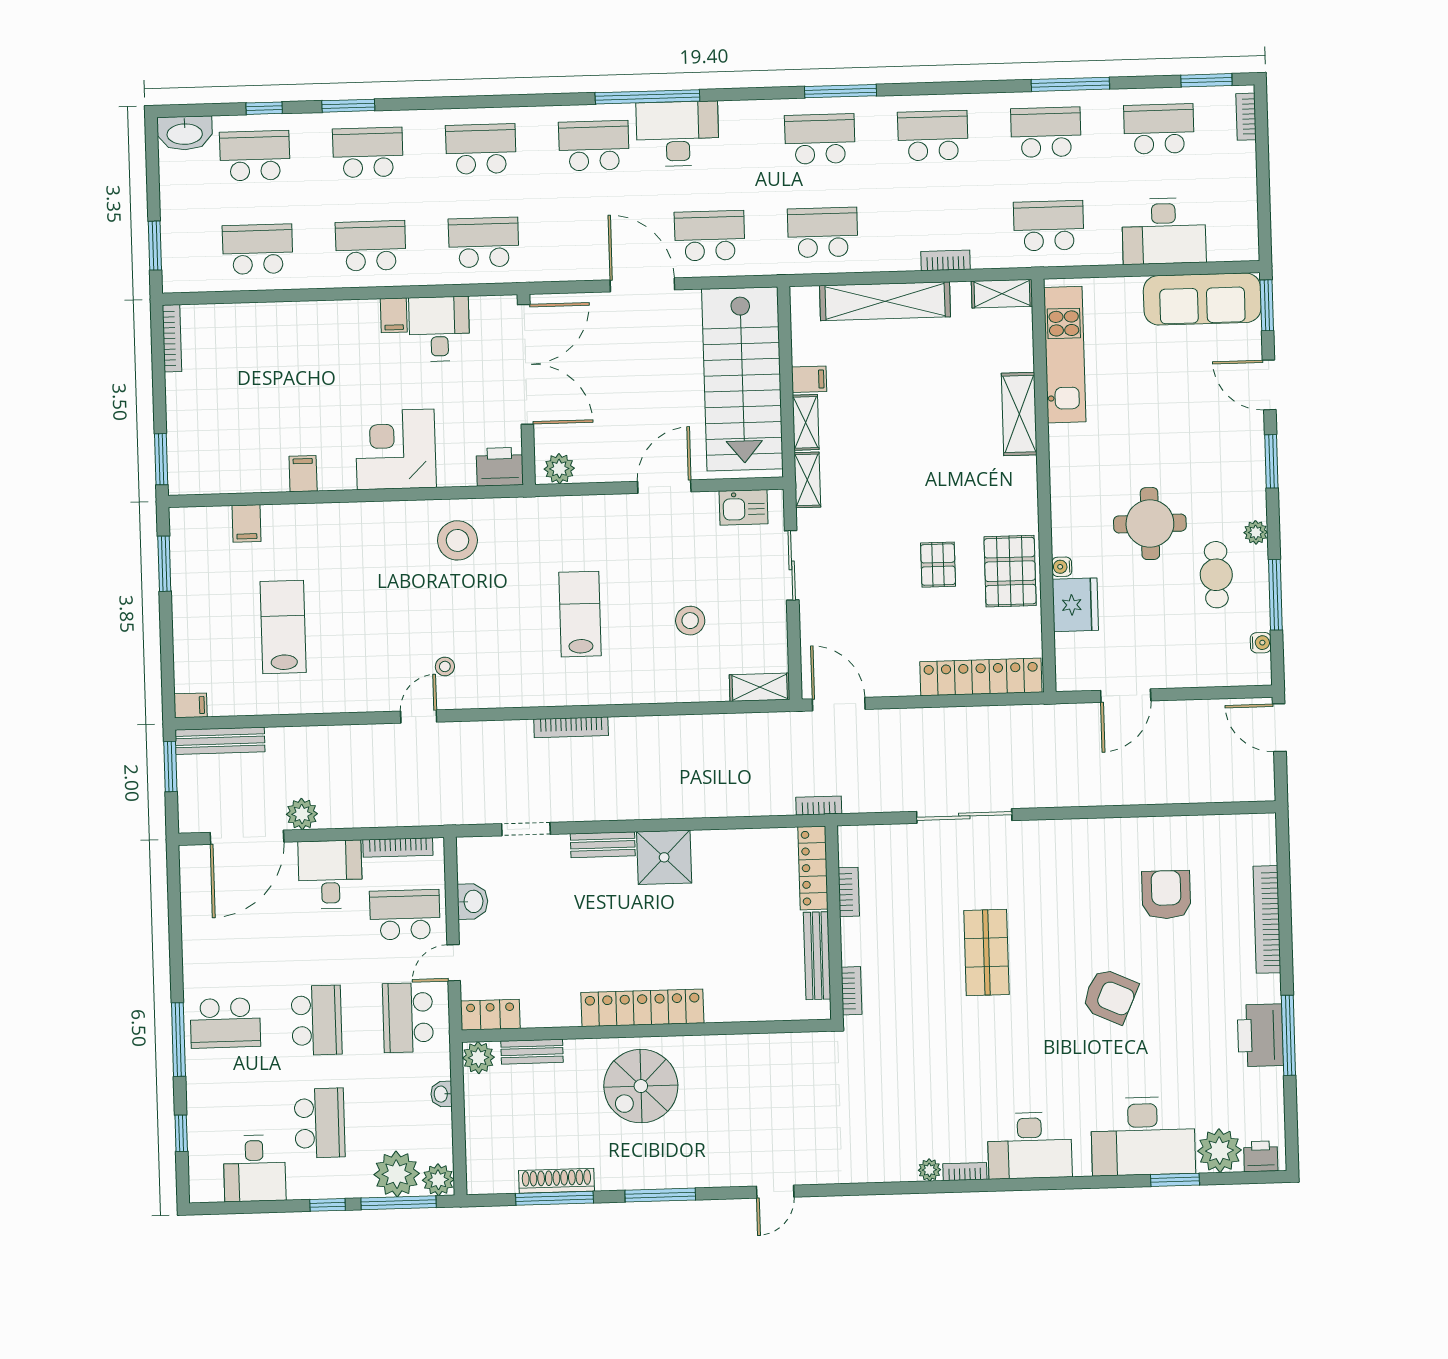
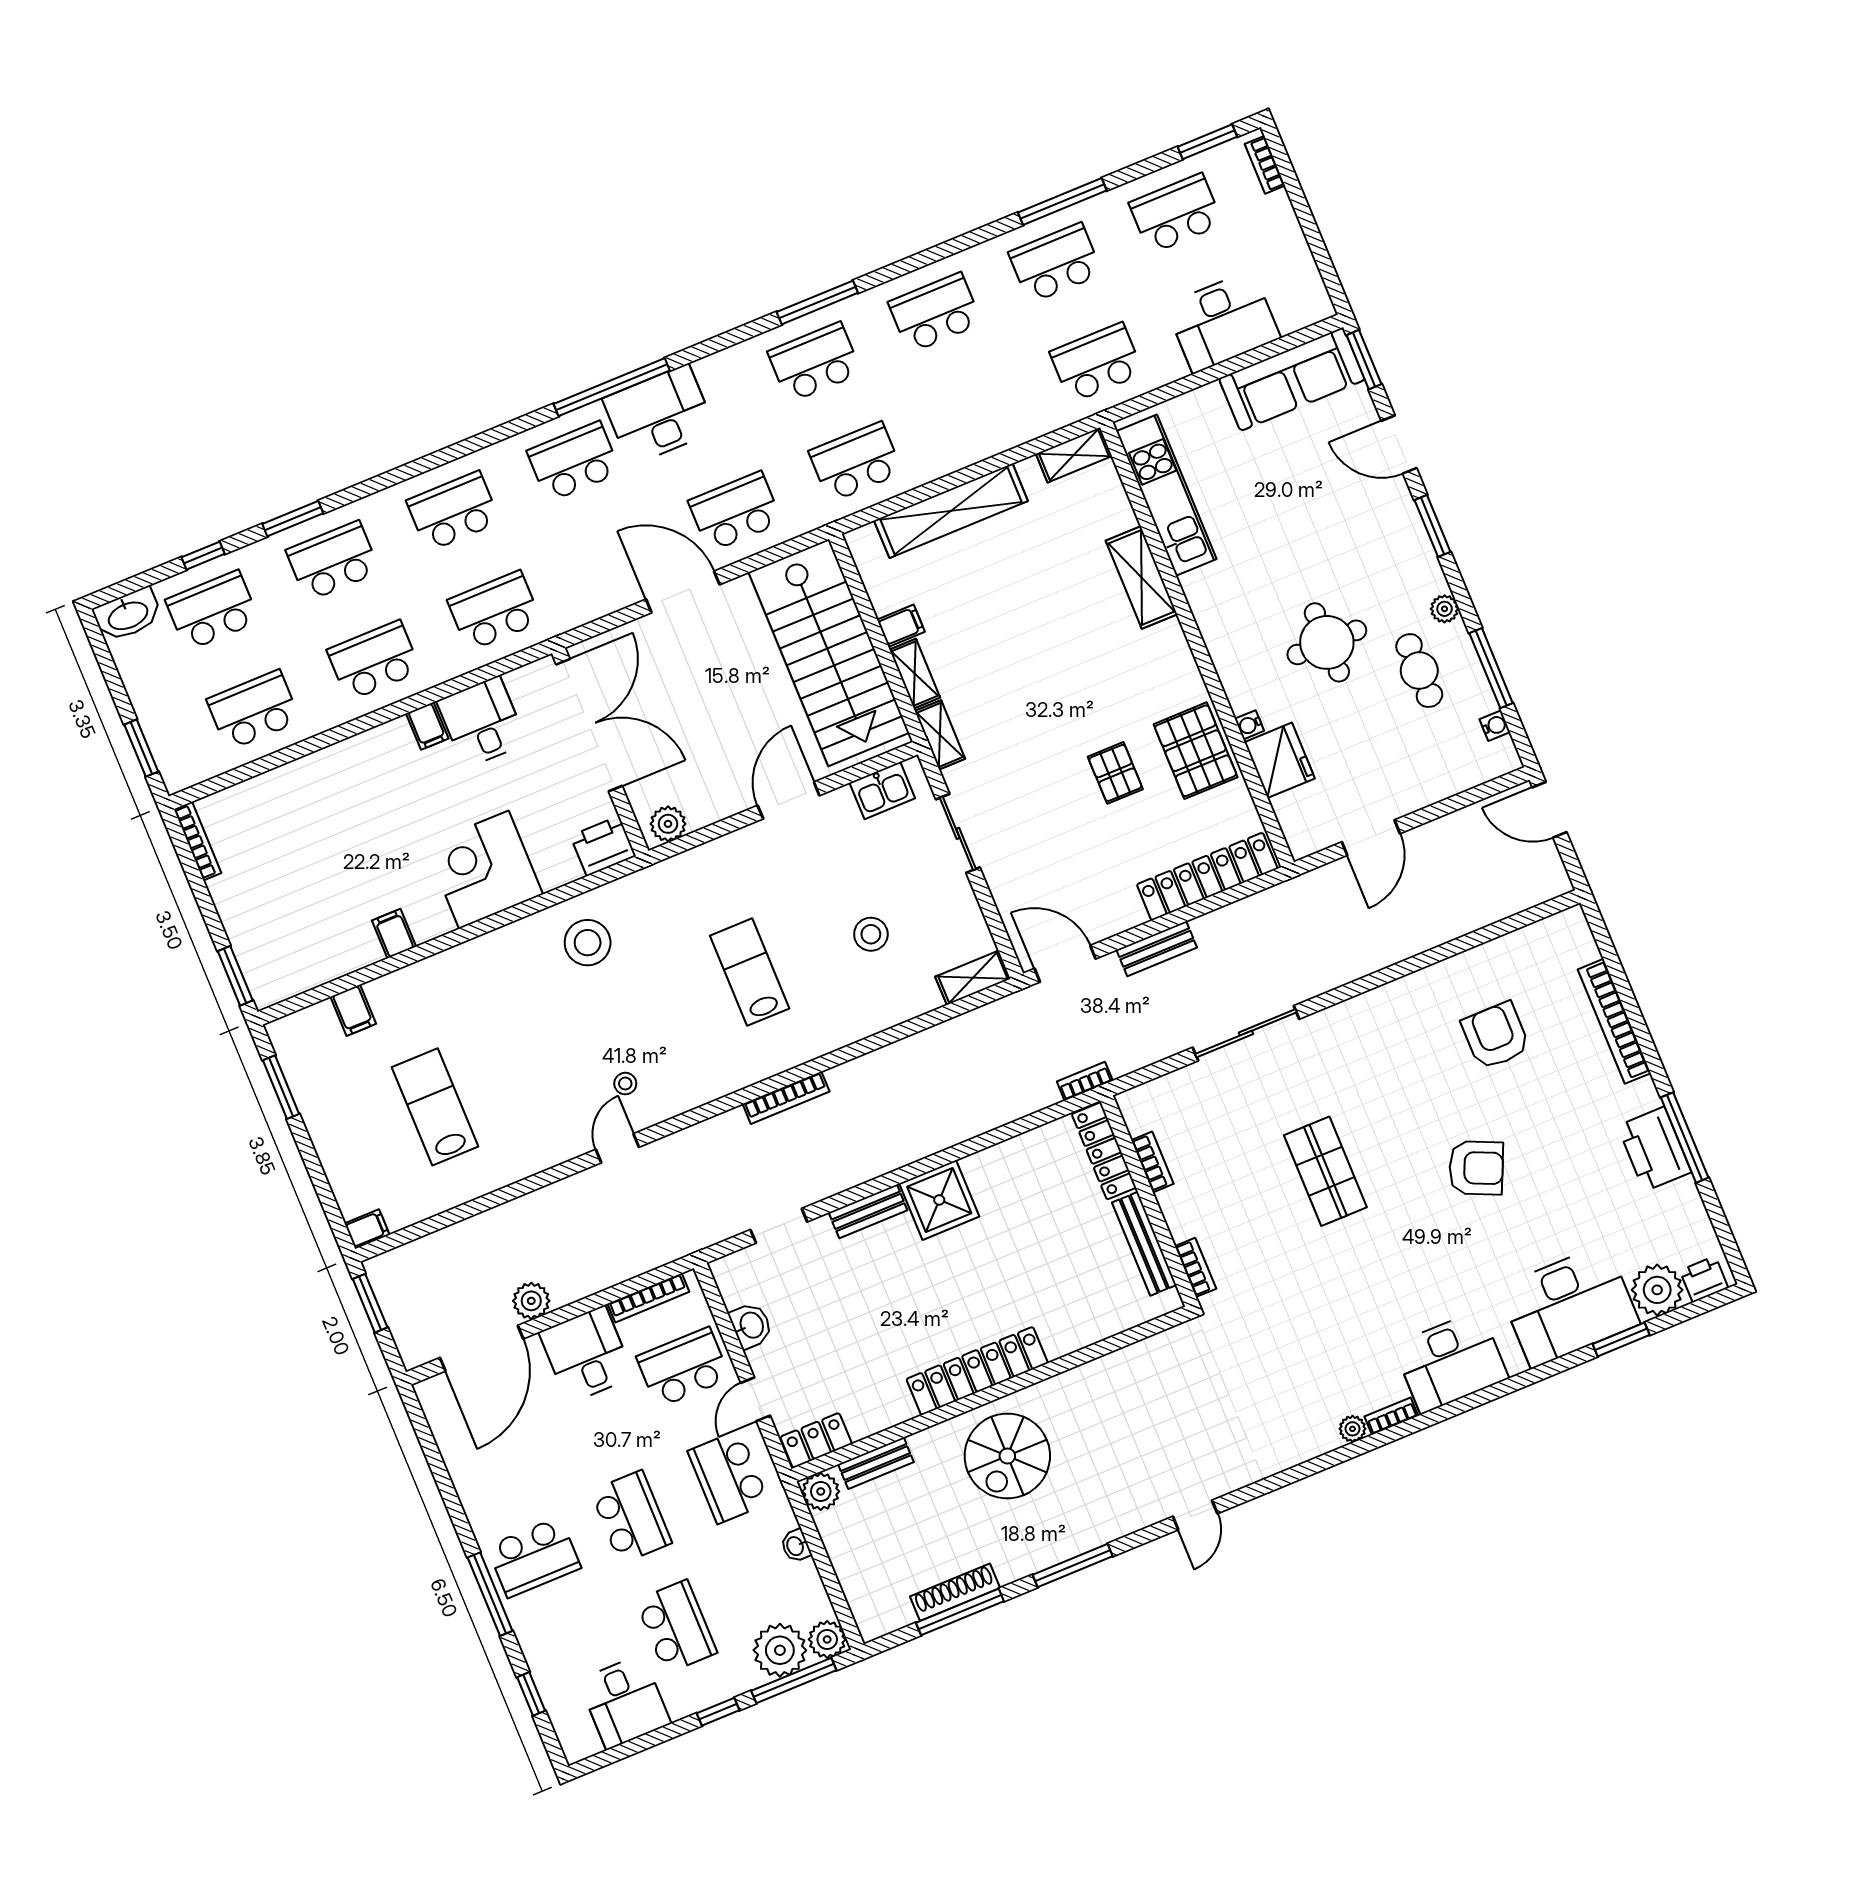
bookcase: (945, 260) -> (999, 442), removed
bench: (220, 741) -> (1157, 949), moved, width x0.73

